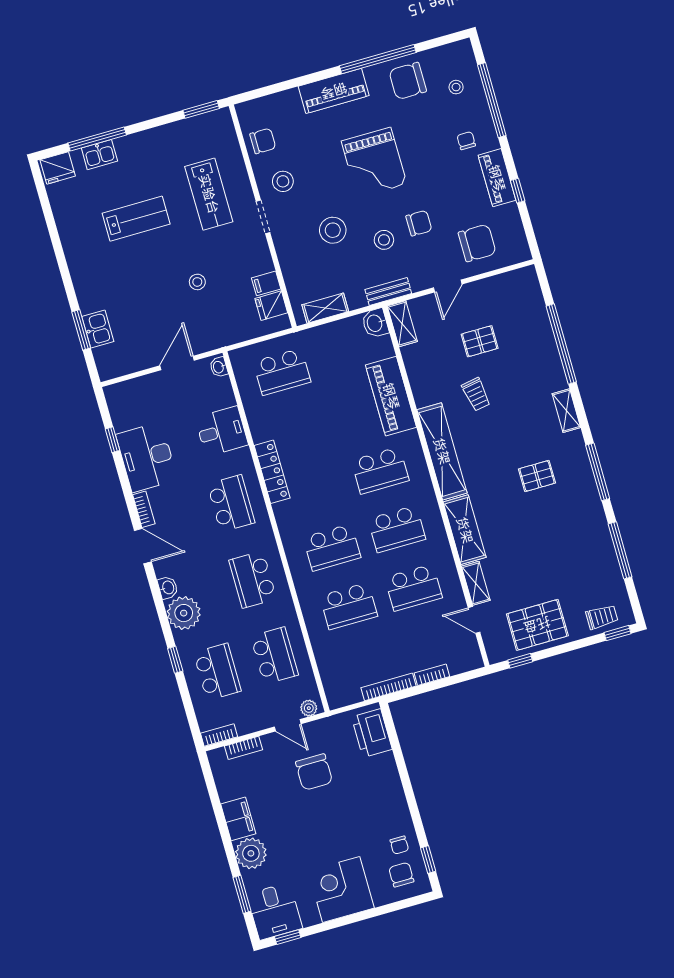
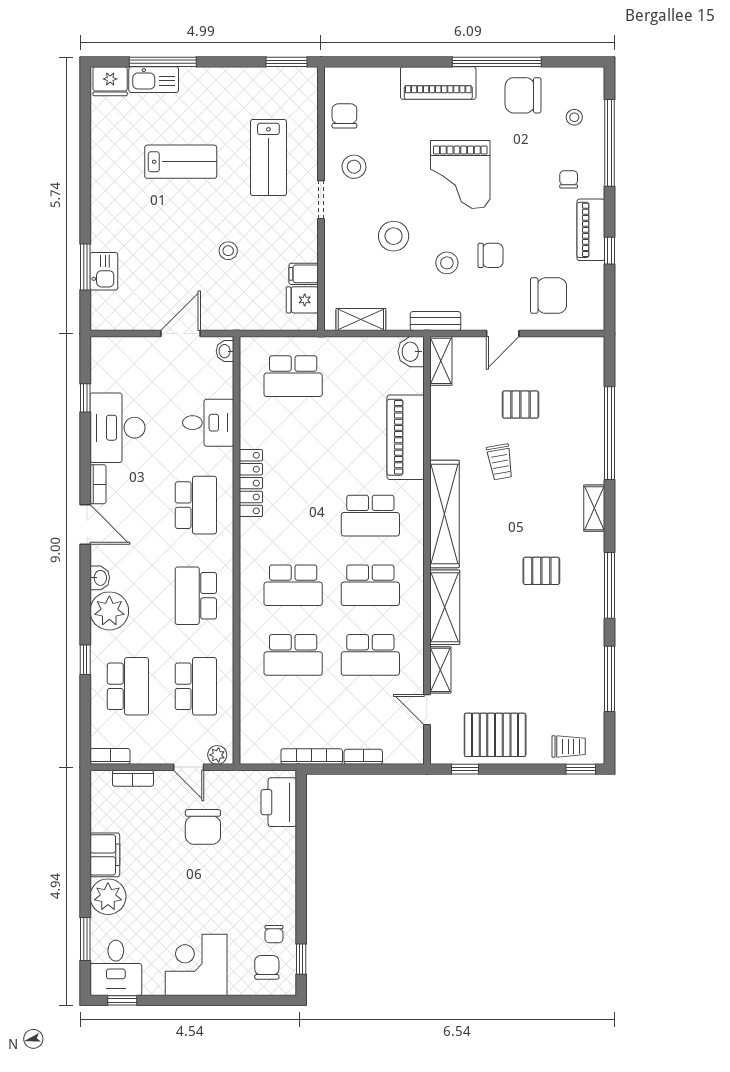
chair: (263, 141) -> (344, 116), turned -90
kitchen sink: (99, 155) -> (154, 80), width x1.38

